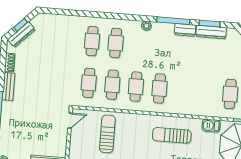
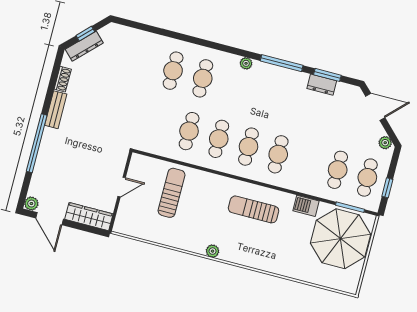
dresser: (185, 30) -> (295, 78), removed
dresser: (211, 32) -> (322, 85), width x0.70
cafe table: (89, 83) -> (278, 154), moved
door: (70, 121) -> (122, 187), moved

